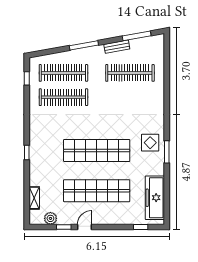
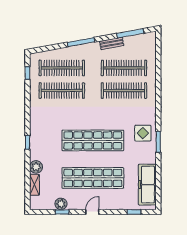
clothes rail: (130, 97) -> (124, 91), added
plant: (36, 179) -> (36, 167), added
plant: (50, 218) -> (61, 204), moved
door: (85, 227) -> (92, 212), moved

